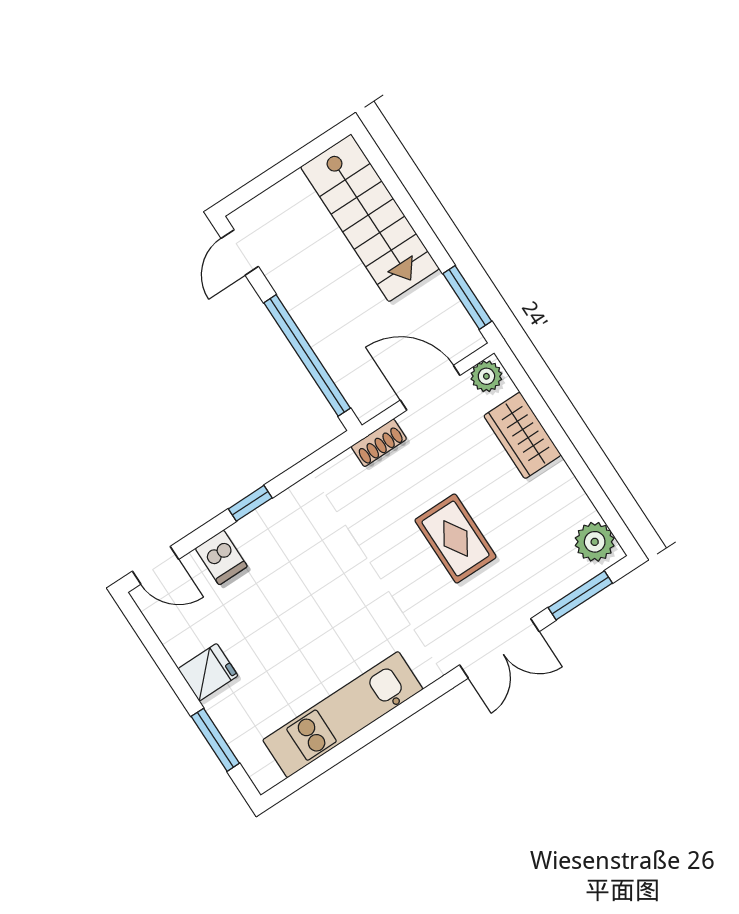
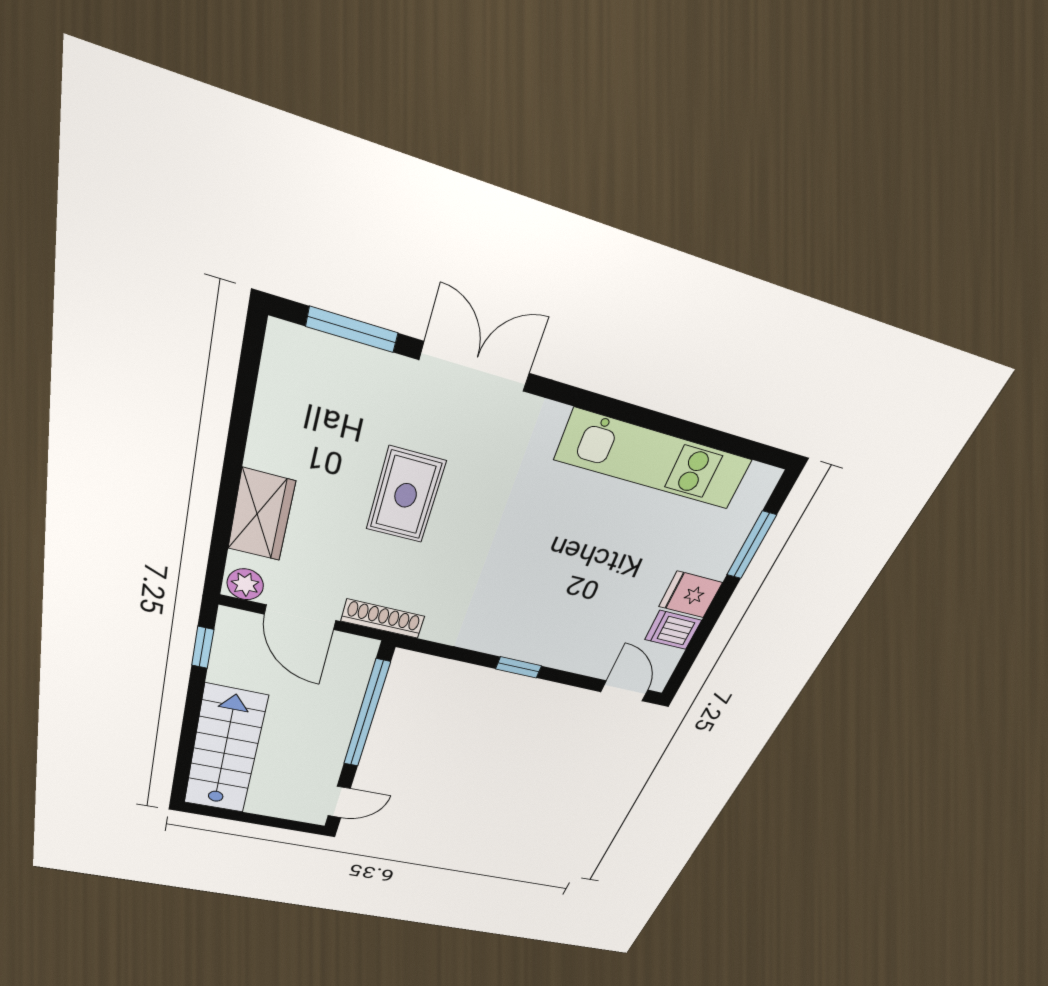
window: (467, 297) -> (203, 647), width x0.67
shoe rack: (379, 443) -> (383, 619), width x1.43
plant: (595, 542) -> (287, 363), removed
dishwasher: (221, 557) -> (673, 630), moved, turned -90

